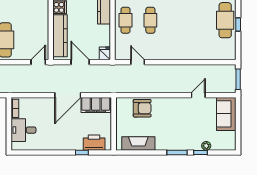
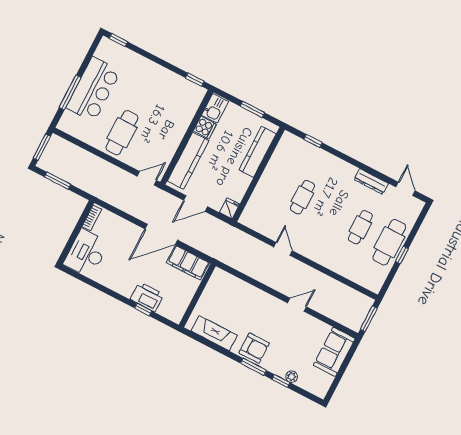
cafe table: (125, 20) -> (360, 227), moved
door: (80, 62) -> (195, 203), swing flipped
door: (138, 62) -> (283, 249), moved
door: (198, 95) -> (297, 305), moved
armchair: (142, 108) -> (254, 348), moved
desk: (23, 130) -> (86, 253), width x1.37
printer: (94, 143) -> (147, 297), moved

